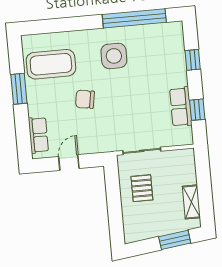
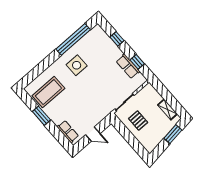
chair: (85, 99) -> (78, 97), removed
door: (69, 162) -> (93, 134), swing flipped

